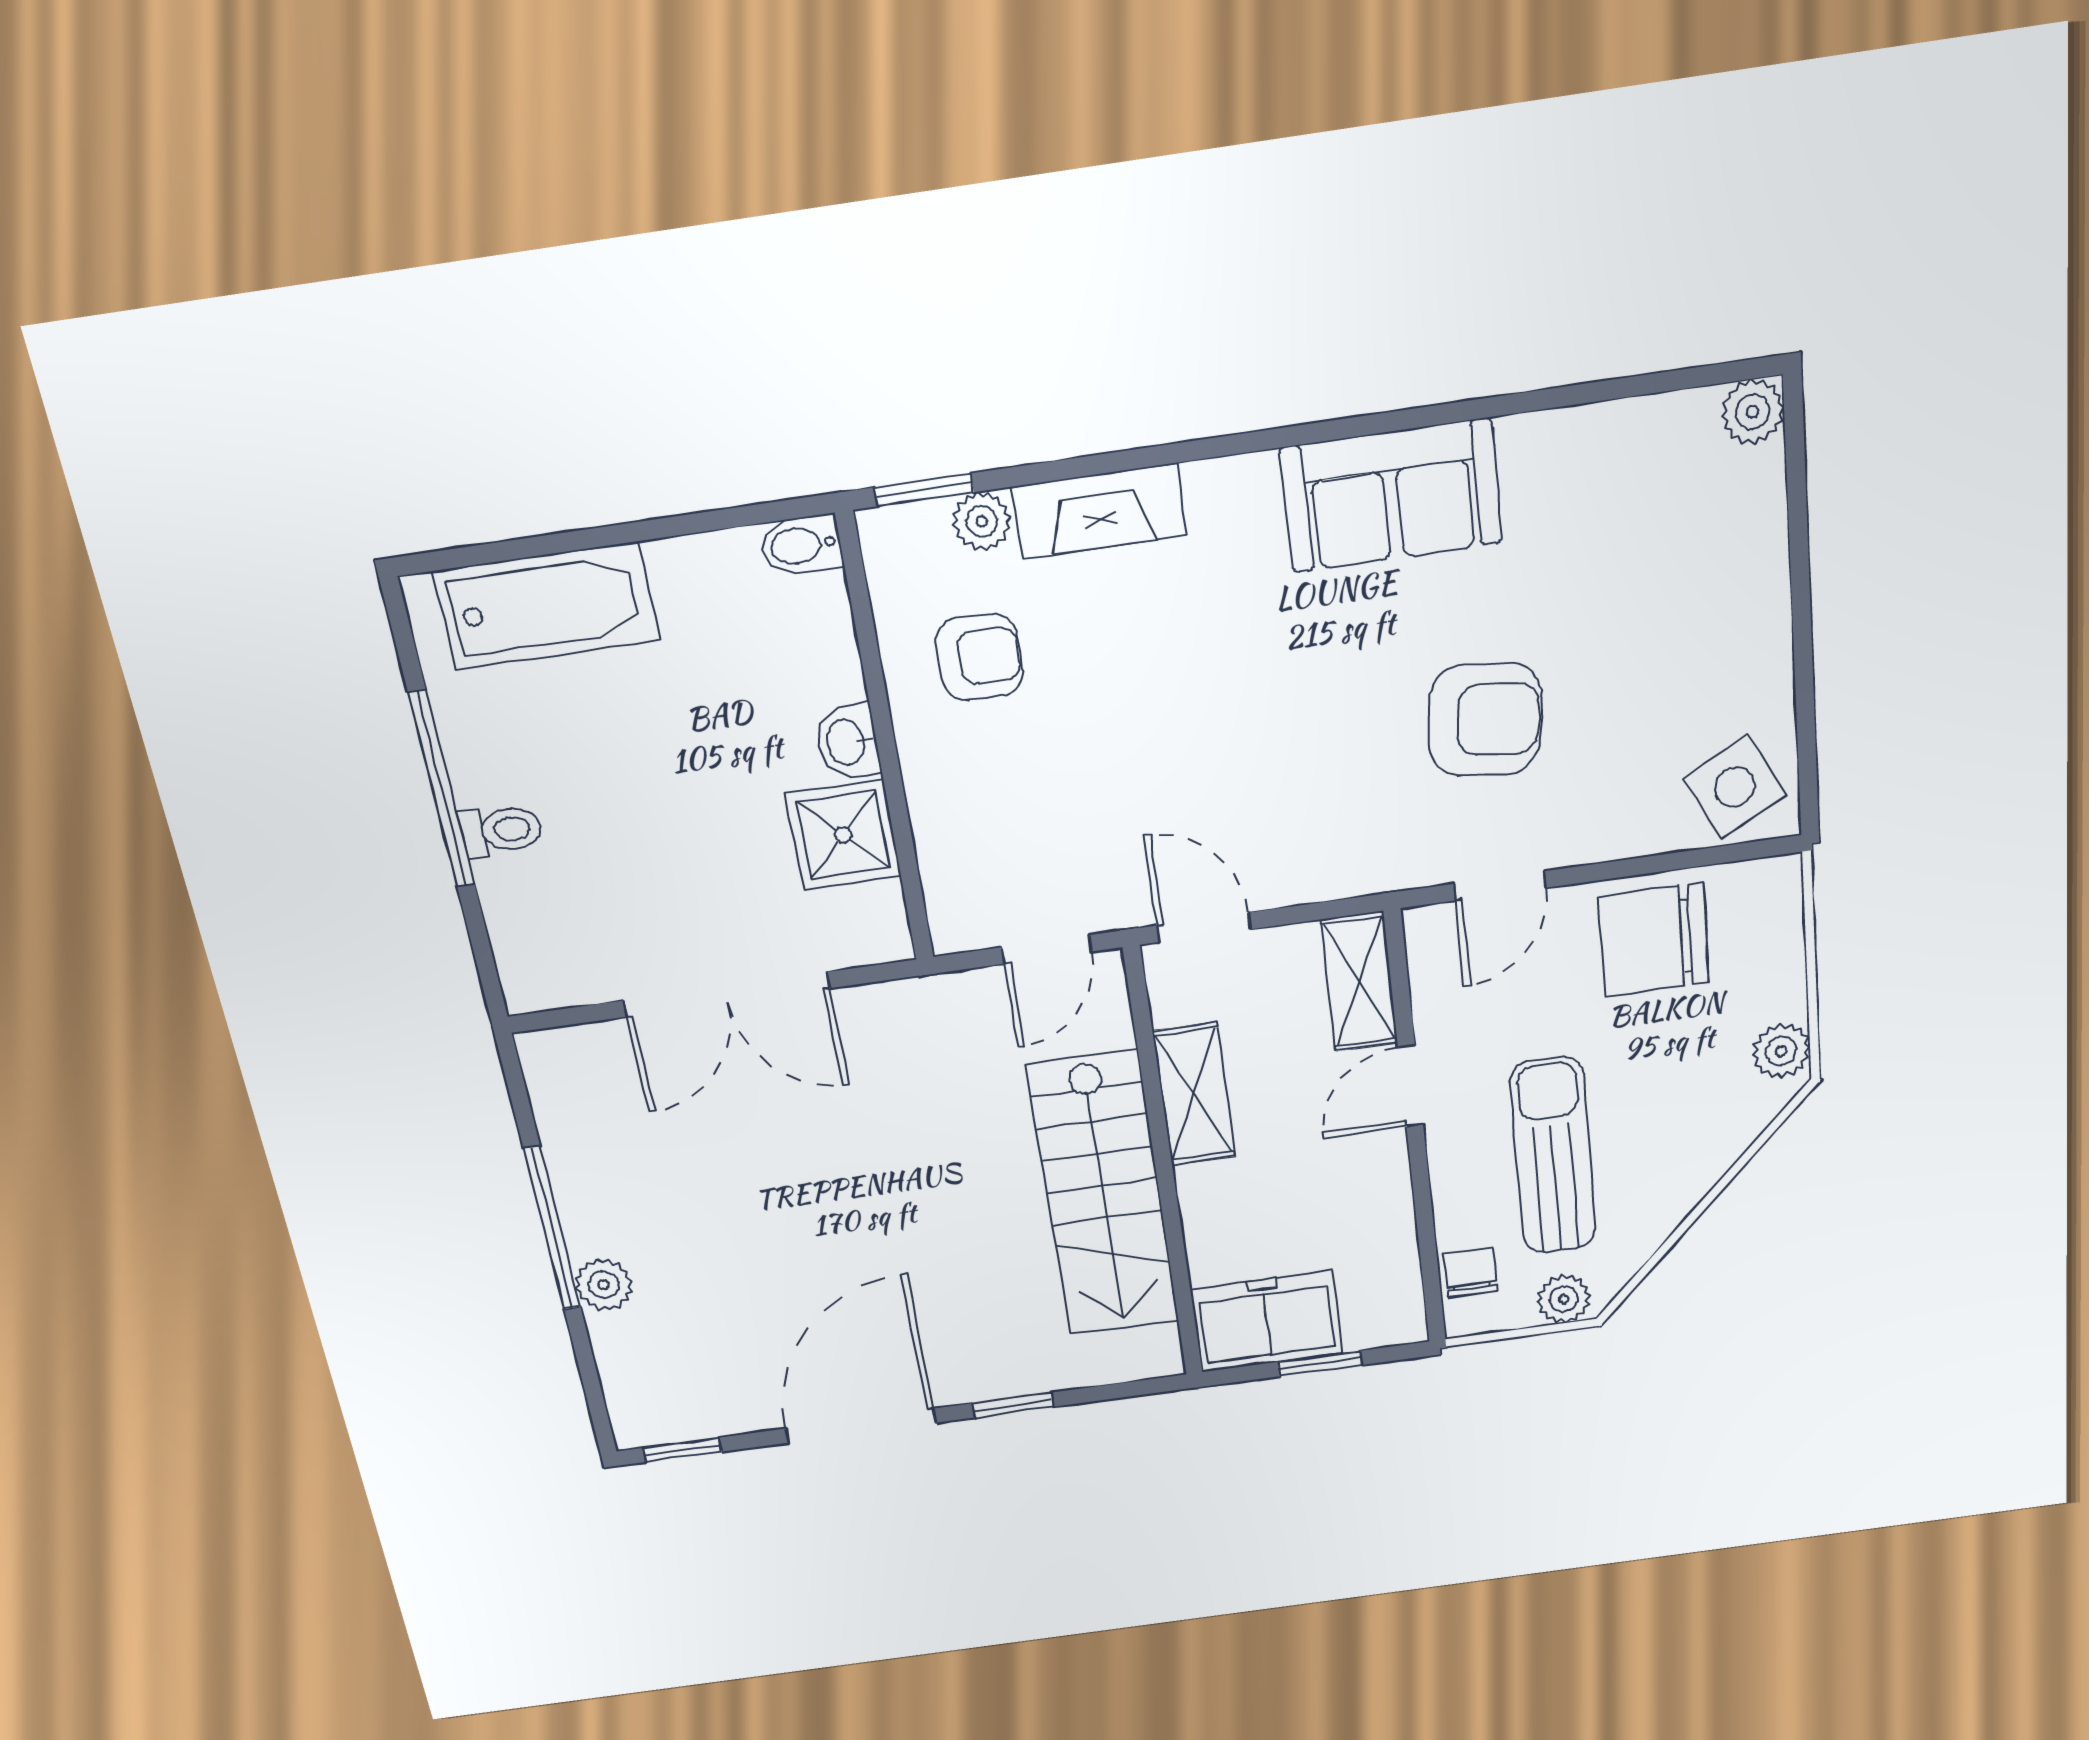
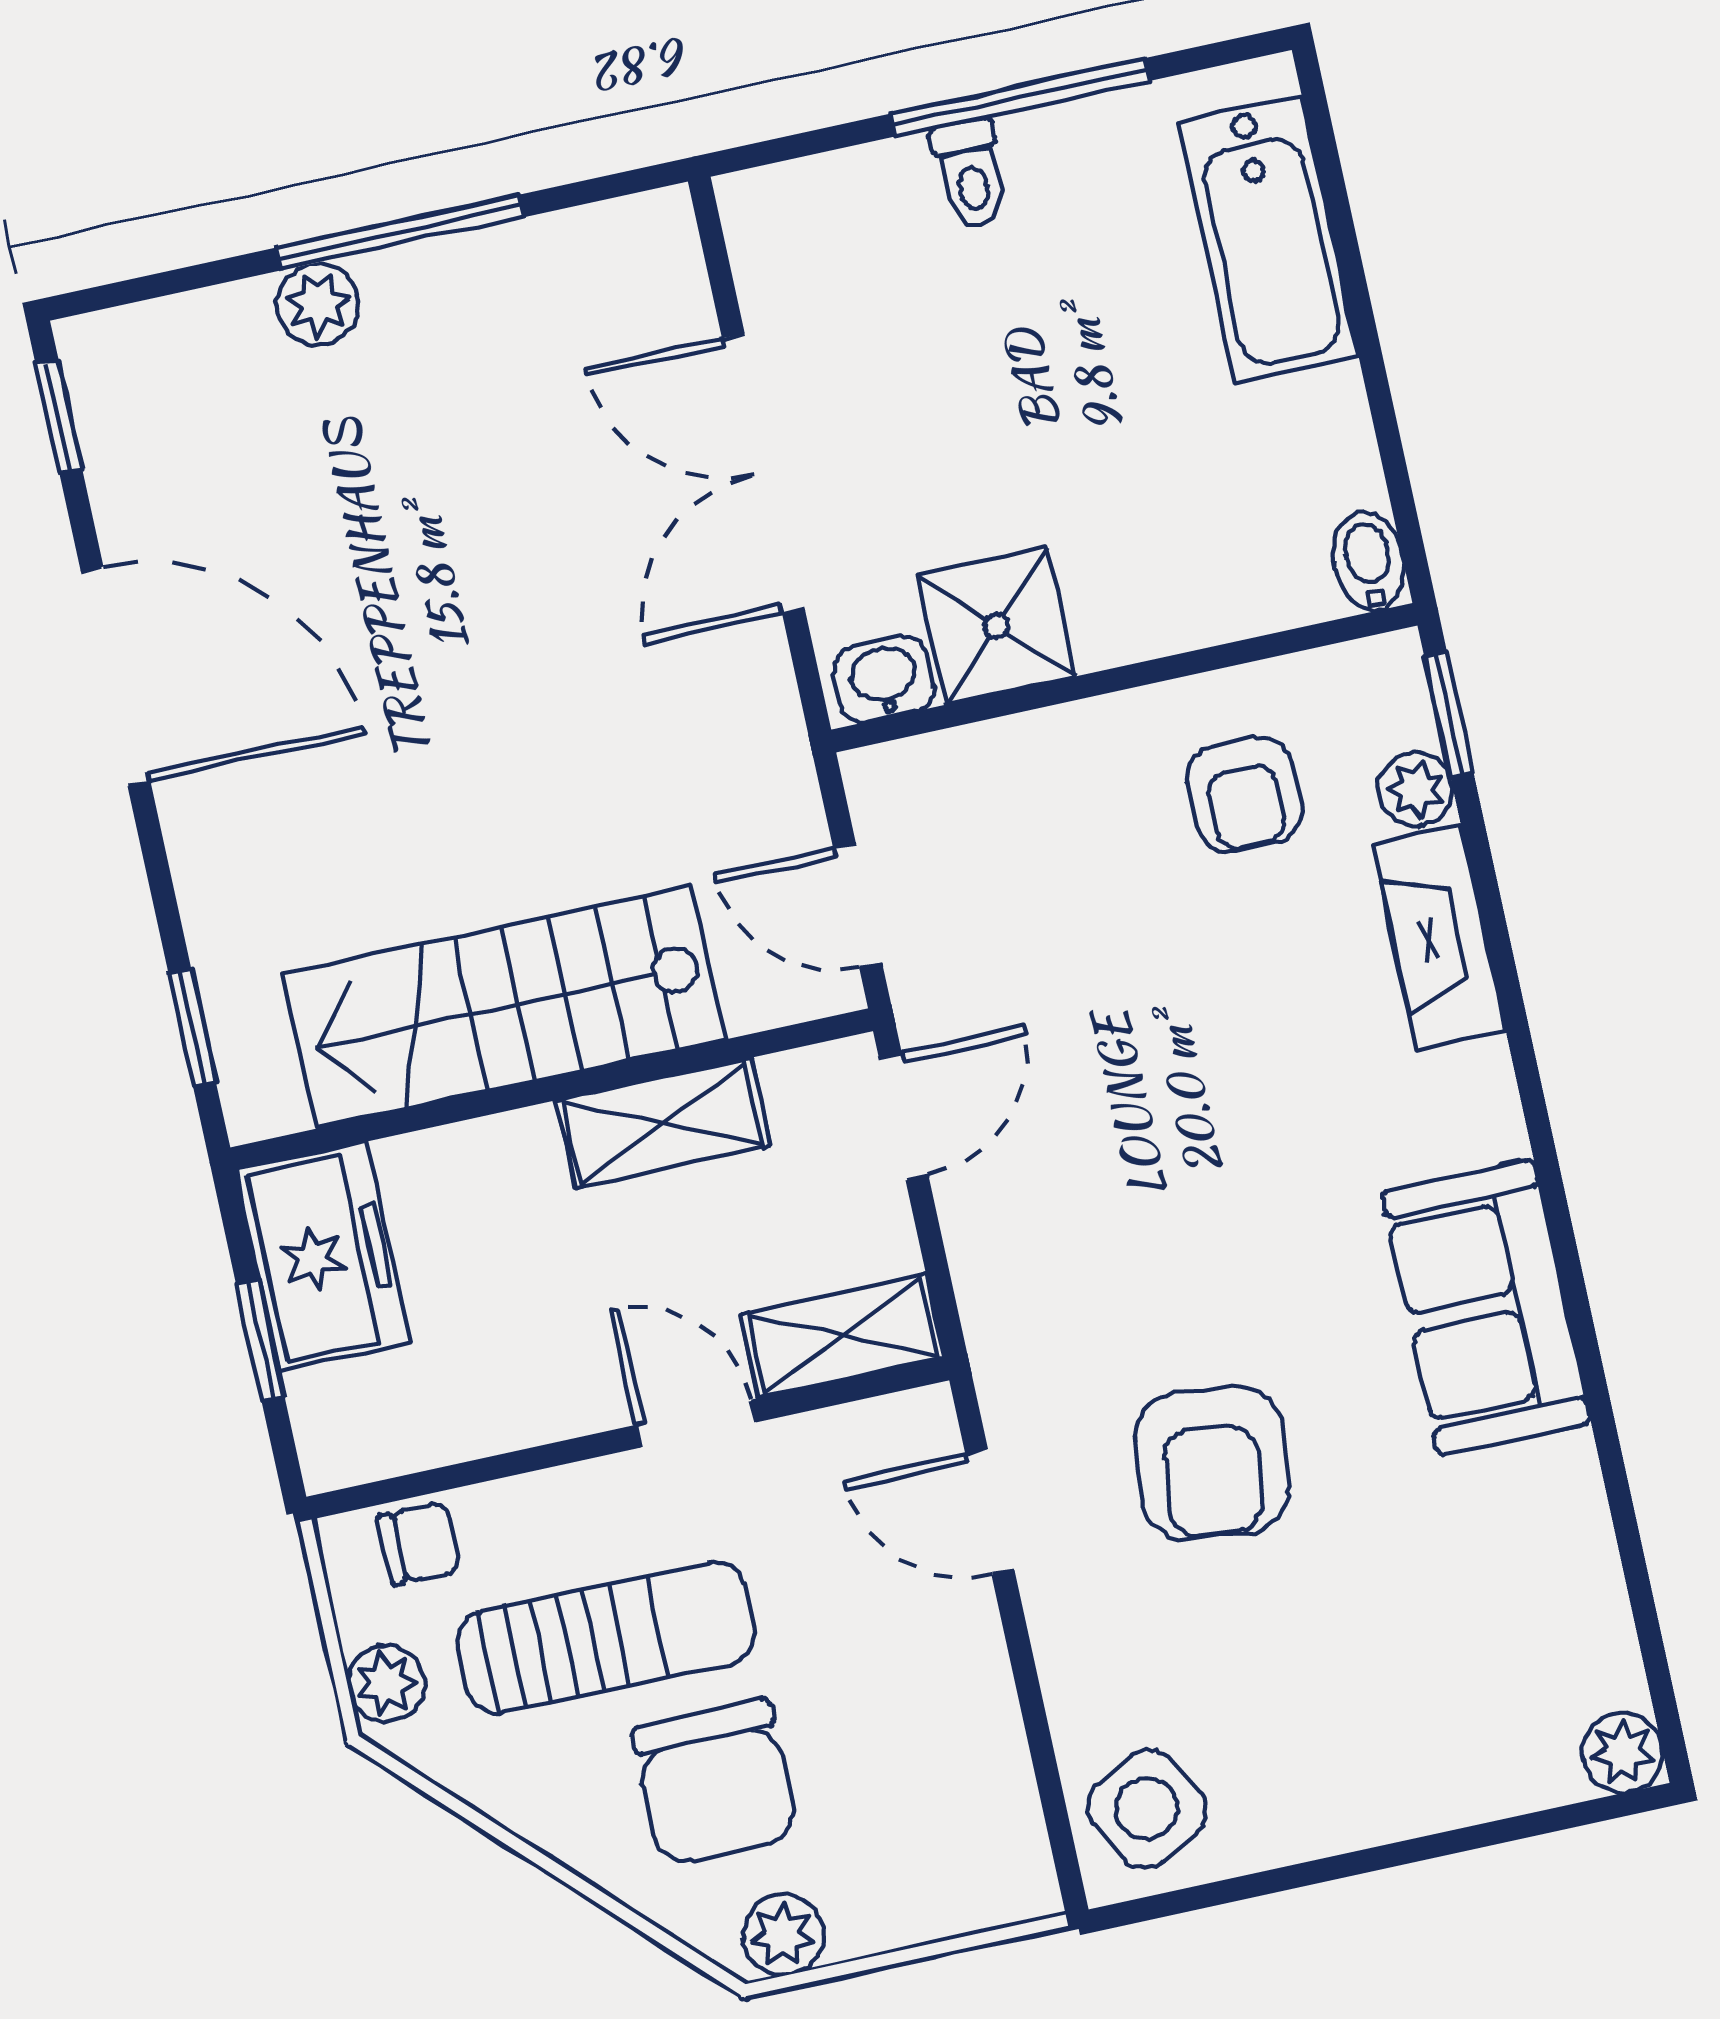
washbasin: (847, 742) -> (884, 679), moved
chair: (1654, 940) -> (715, 1783), moved, turned 180
window: (1013, 1405) -> (192, 1028), moved

